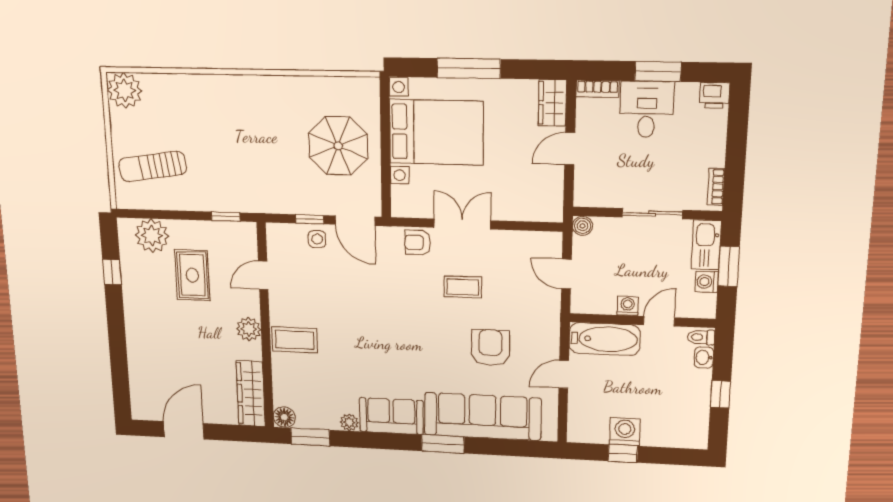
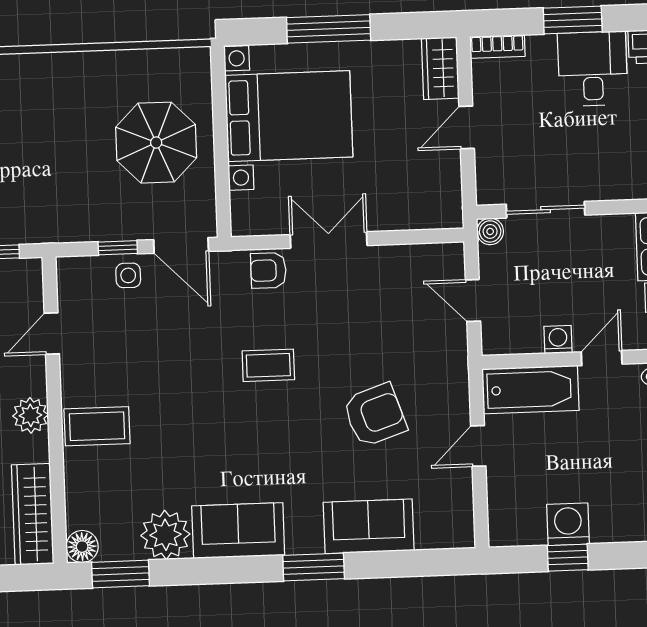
desk: (647, 109) -> (593, 69), moved
sliding door: (652, 214) -> (546, 210), moved
coffee table: (463, 287) -> (268, 365), moved
armchair: (490, 348) -> (375, 415), turned 71
sofa: (483, 416) -> (369, 526), width x0.54, depth x0.79
plant: (349, 422) -> (165, 535), width x1.87, depth x1.87

